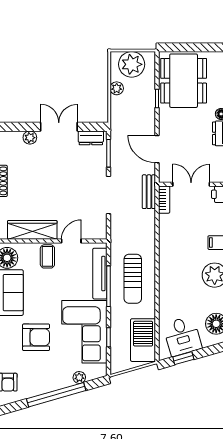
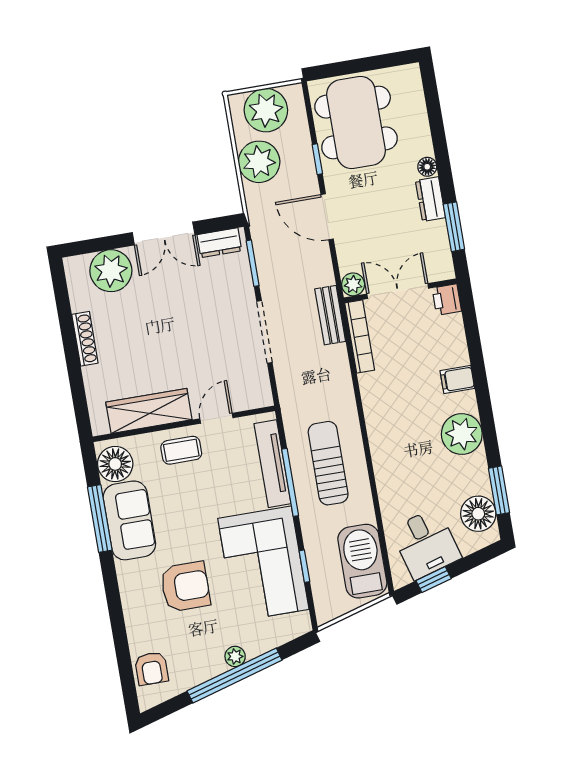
plant: (117, 88) -> (259, 162), width x1.88, depth x1.88
double door: (59, 127) -> (164, 234), swing flipped
plant: (30, 138) -> (111, 271), width x1.88, depth x1.88
door: (157, 149) -> (327, 217), moved
plant: (166, 176) -> (353, 284), added
bookcase: (164, 200) -> (360, 337), width x1.56
coffee table: (47, 256) -> (181, 450), turned 90
sun lounger: (133, 279) -> (328, 463), turned 180
plant: (79, 377) -> (235, 656), moved

